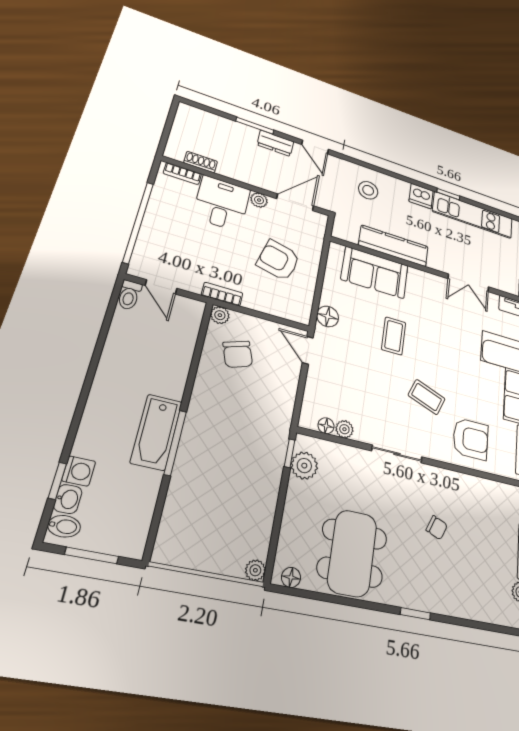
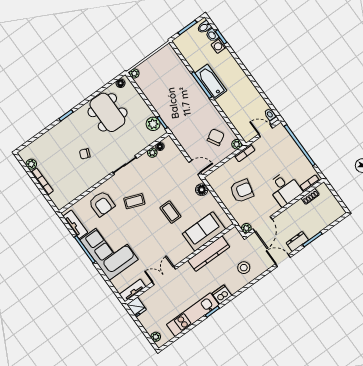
plant: (259, 200) -> (246, 228), moved
chair: (238, 354) -> (216, 137), turned 79
armchair: (471, 439) -> (102, 204), turned -90

